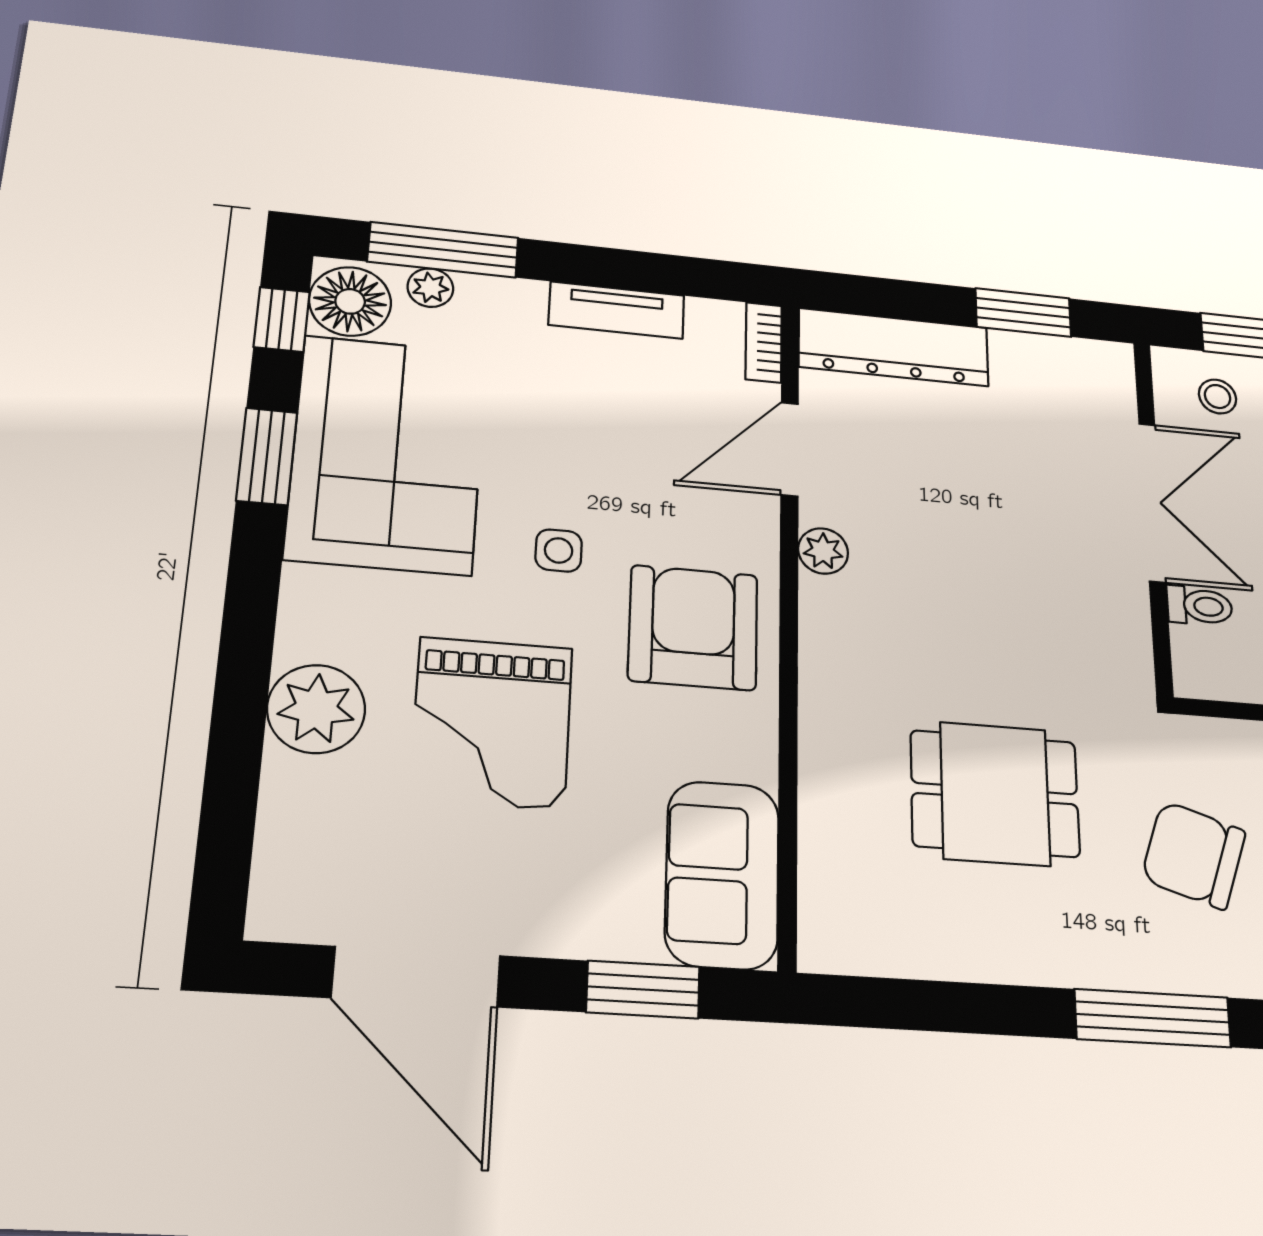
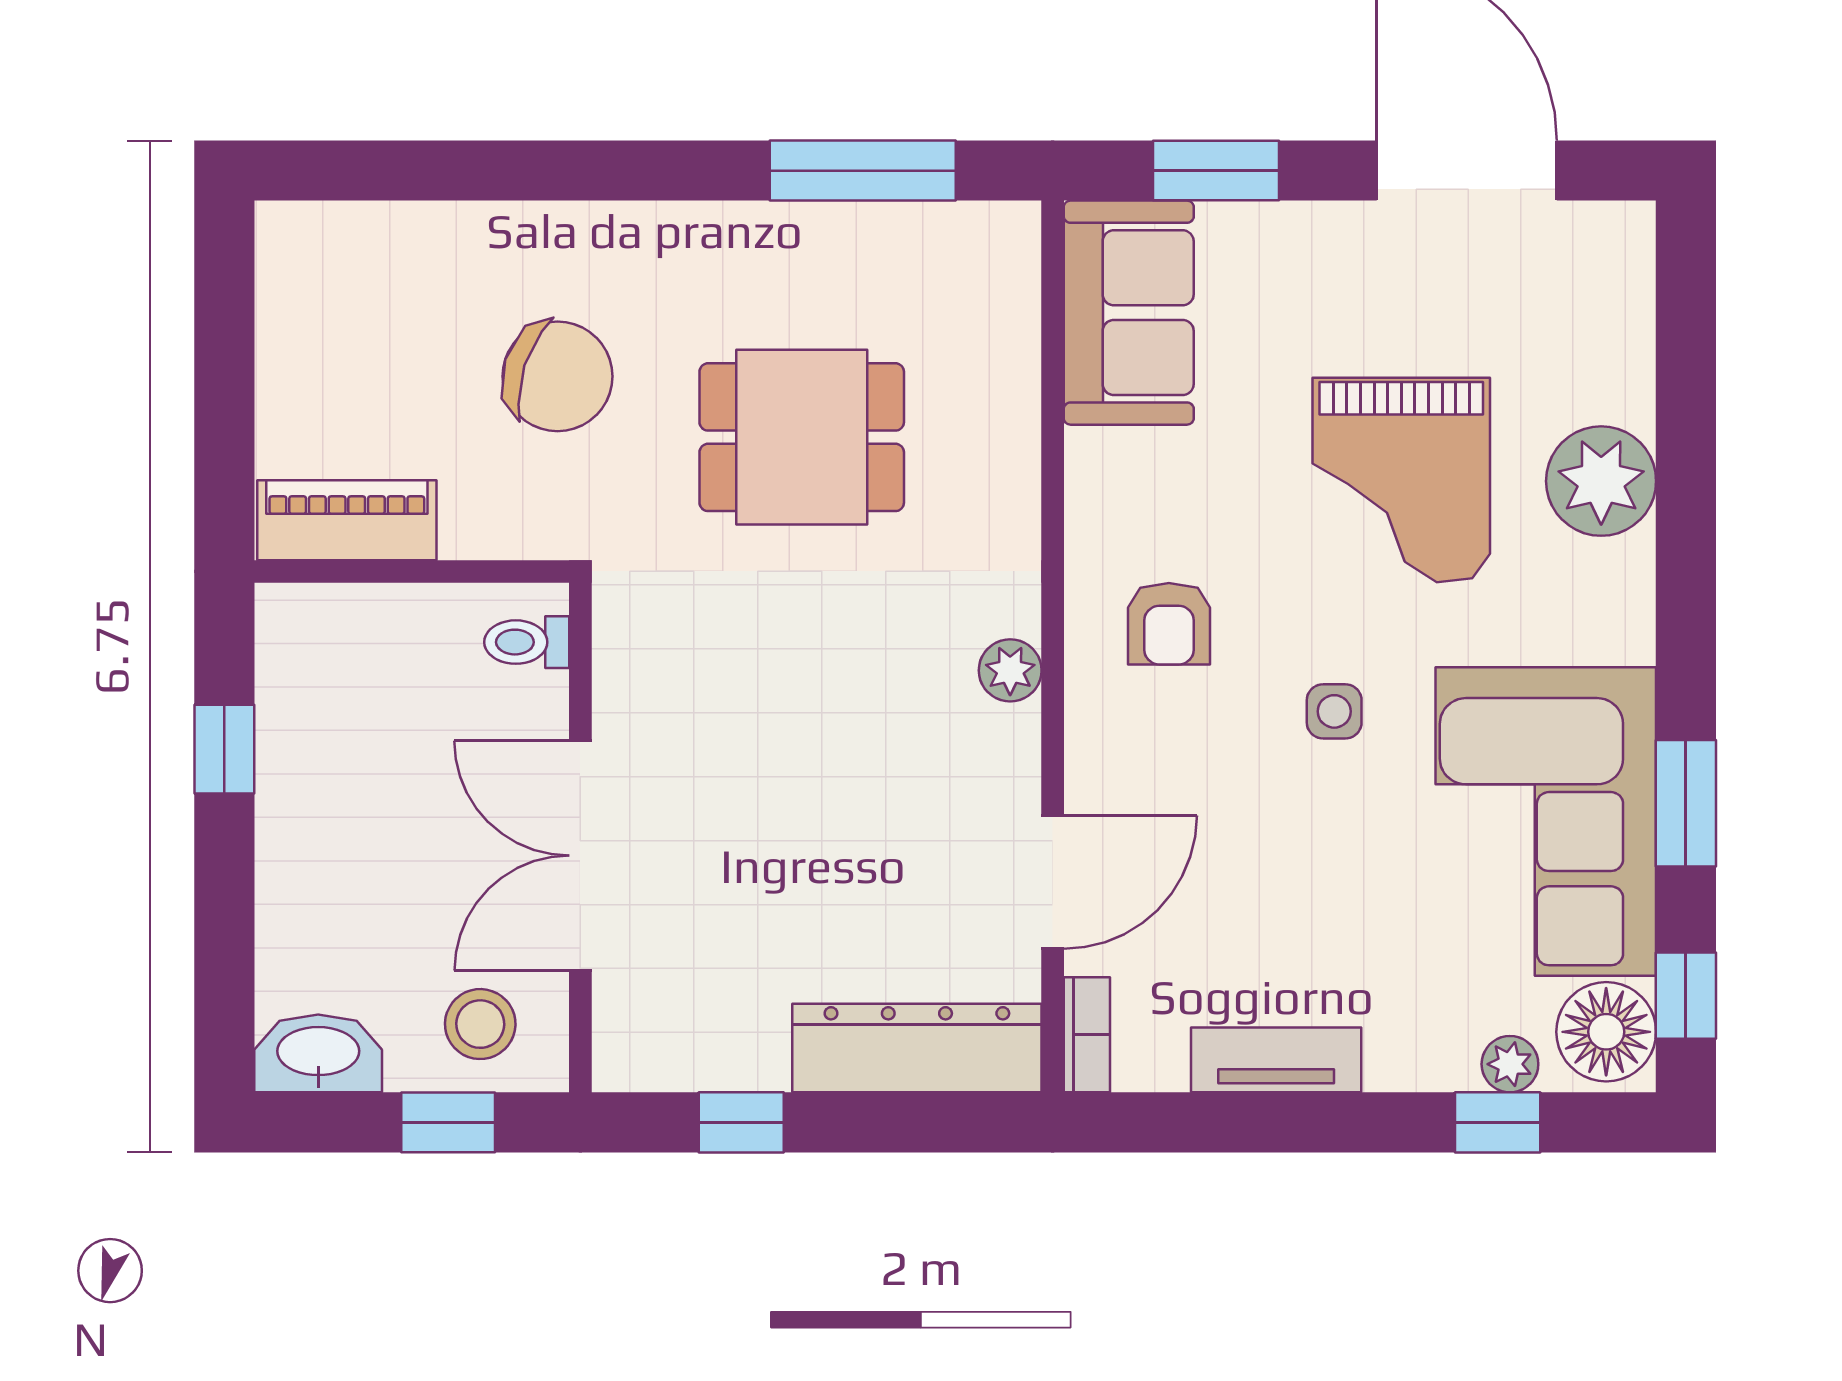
window: (443, 250) -> (1498, 1122), width x0.46
window: (1023, 313) -> (741, 1122), width x0.67
stool: (1218, 397) -> (480, 1024), width x1.37, depth x1.37
plant: (823, 551) -> (1010, 670), moved
toilet: (1199, 606) -> (527, 642), moved
armchair: (693, 628) -> (1169, 624), width x0.53, depth x0.53
grand piano: (492, 723) -> (1401, 480), turned 180
window: (1153, 1018) -> (863, 171), moved

